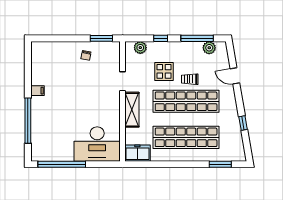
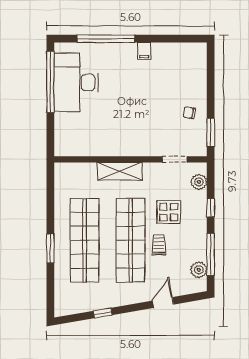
doorway: (123, 81) -> (174, 159), moved
desk: (97, 144) -> (76, 82), moved
freezer: (137, 153) -> (65, 178), removed
window: (220, 164) -> (50, 248), moved

